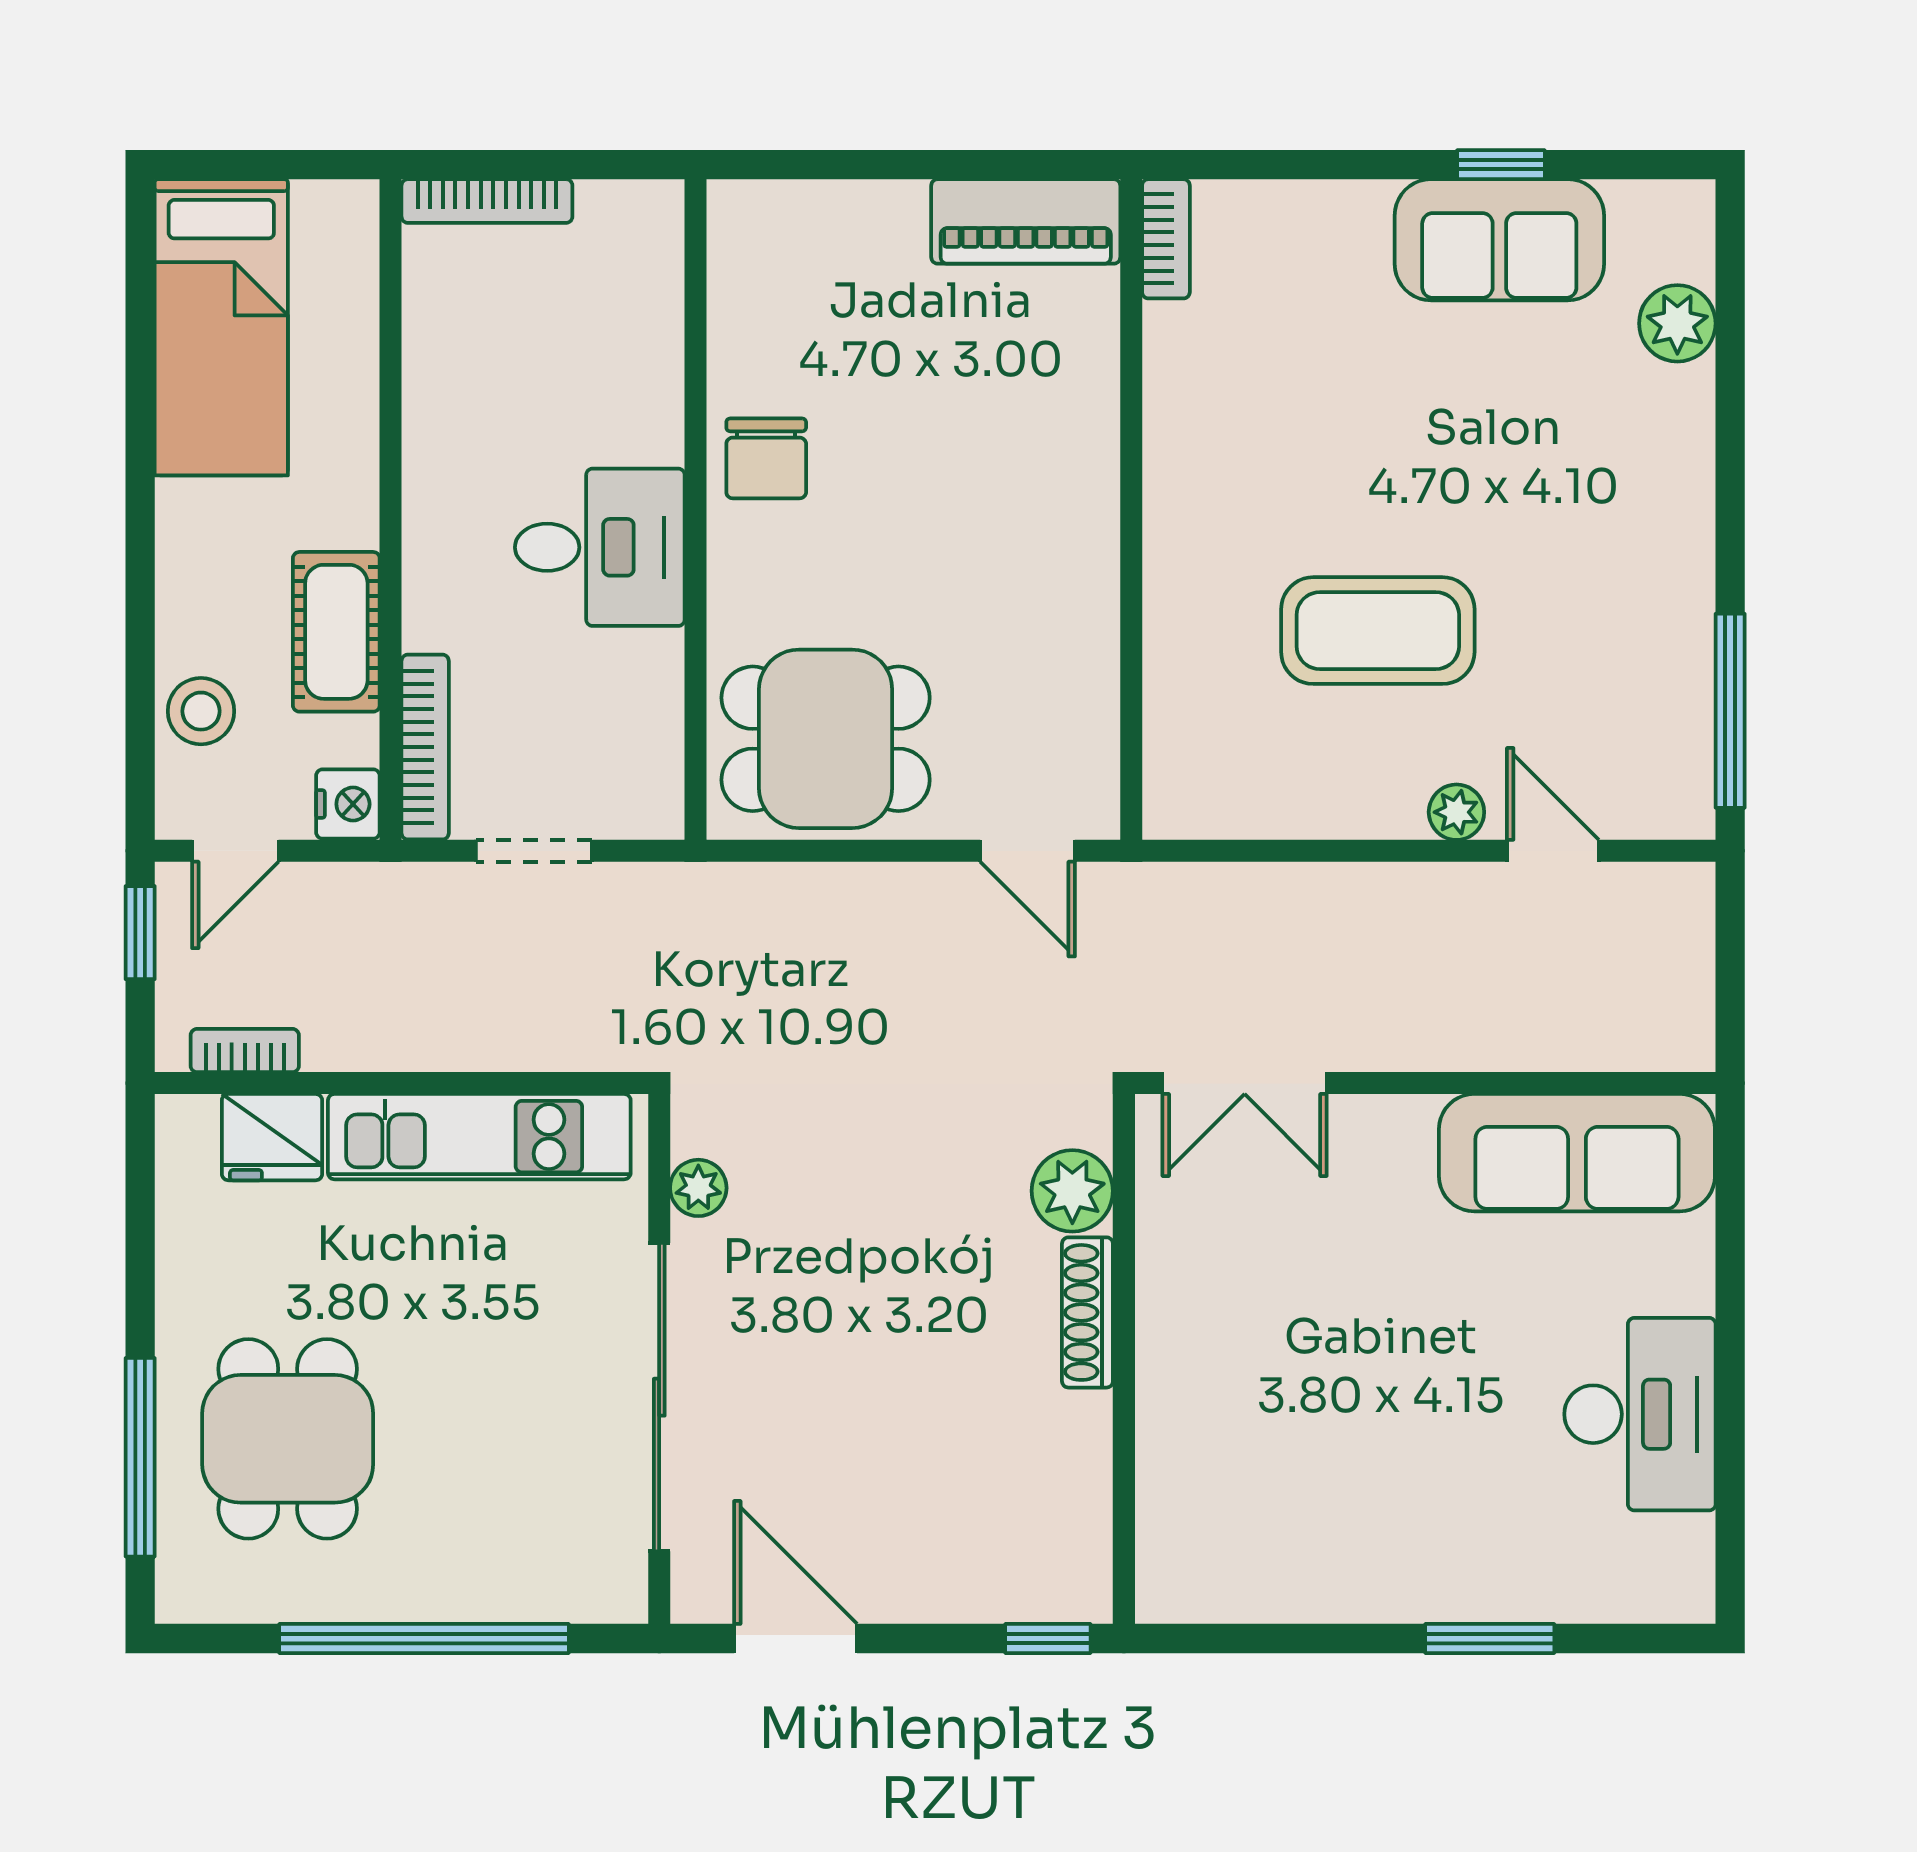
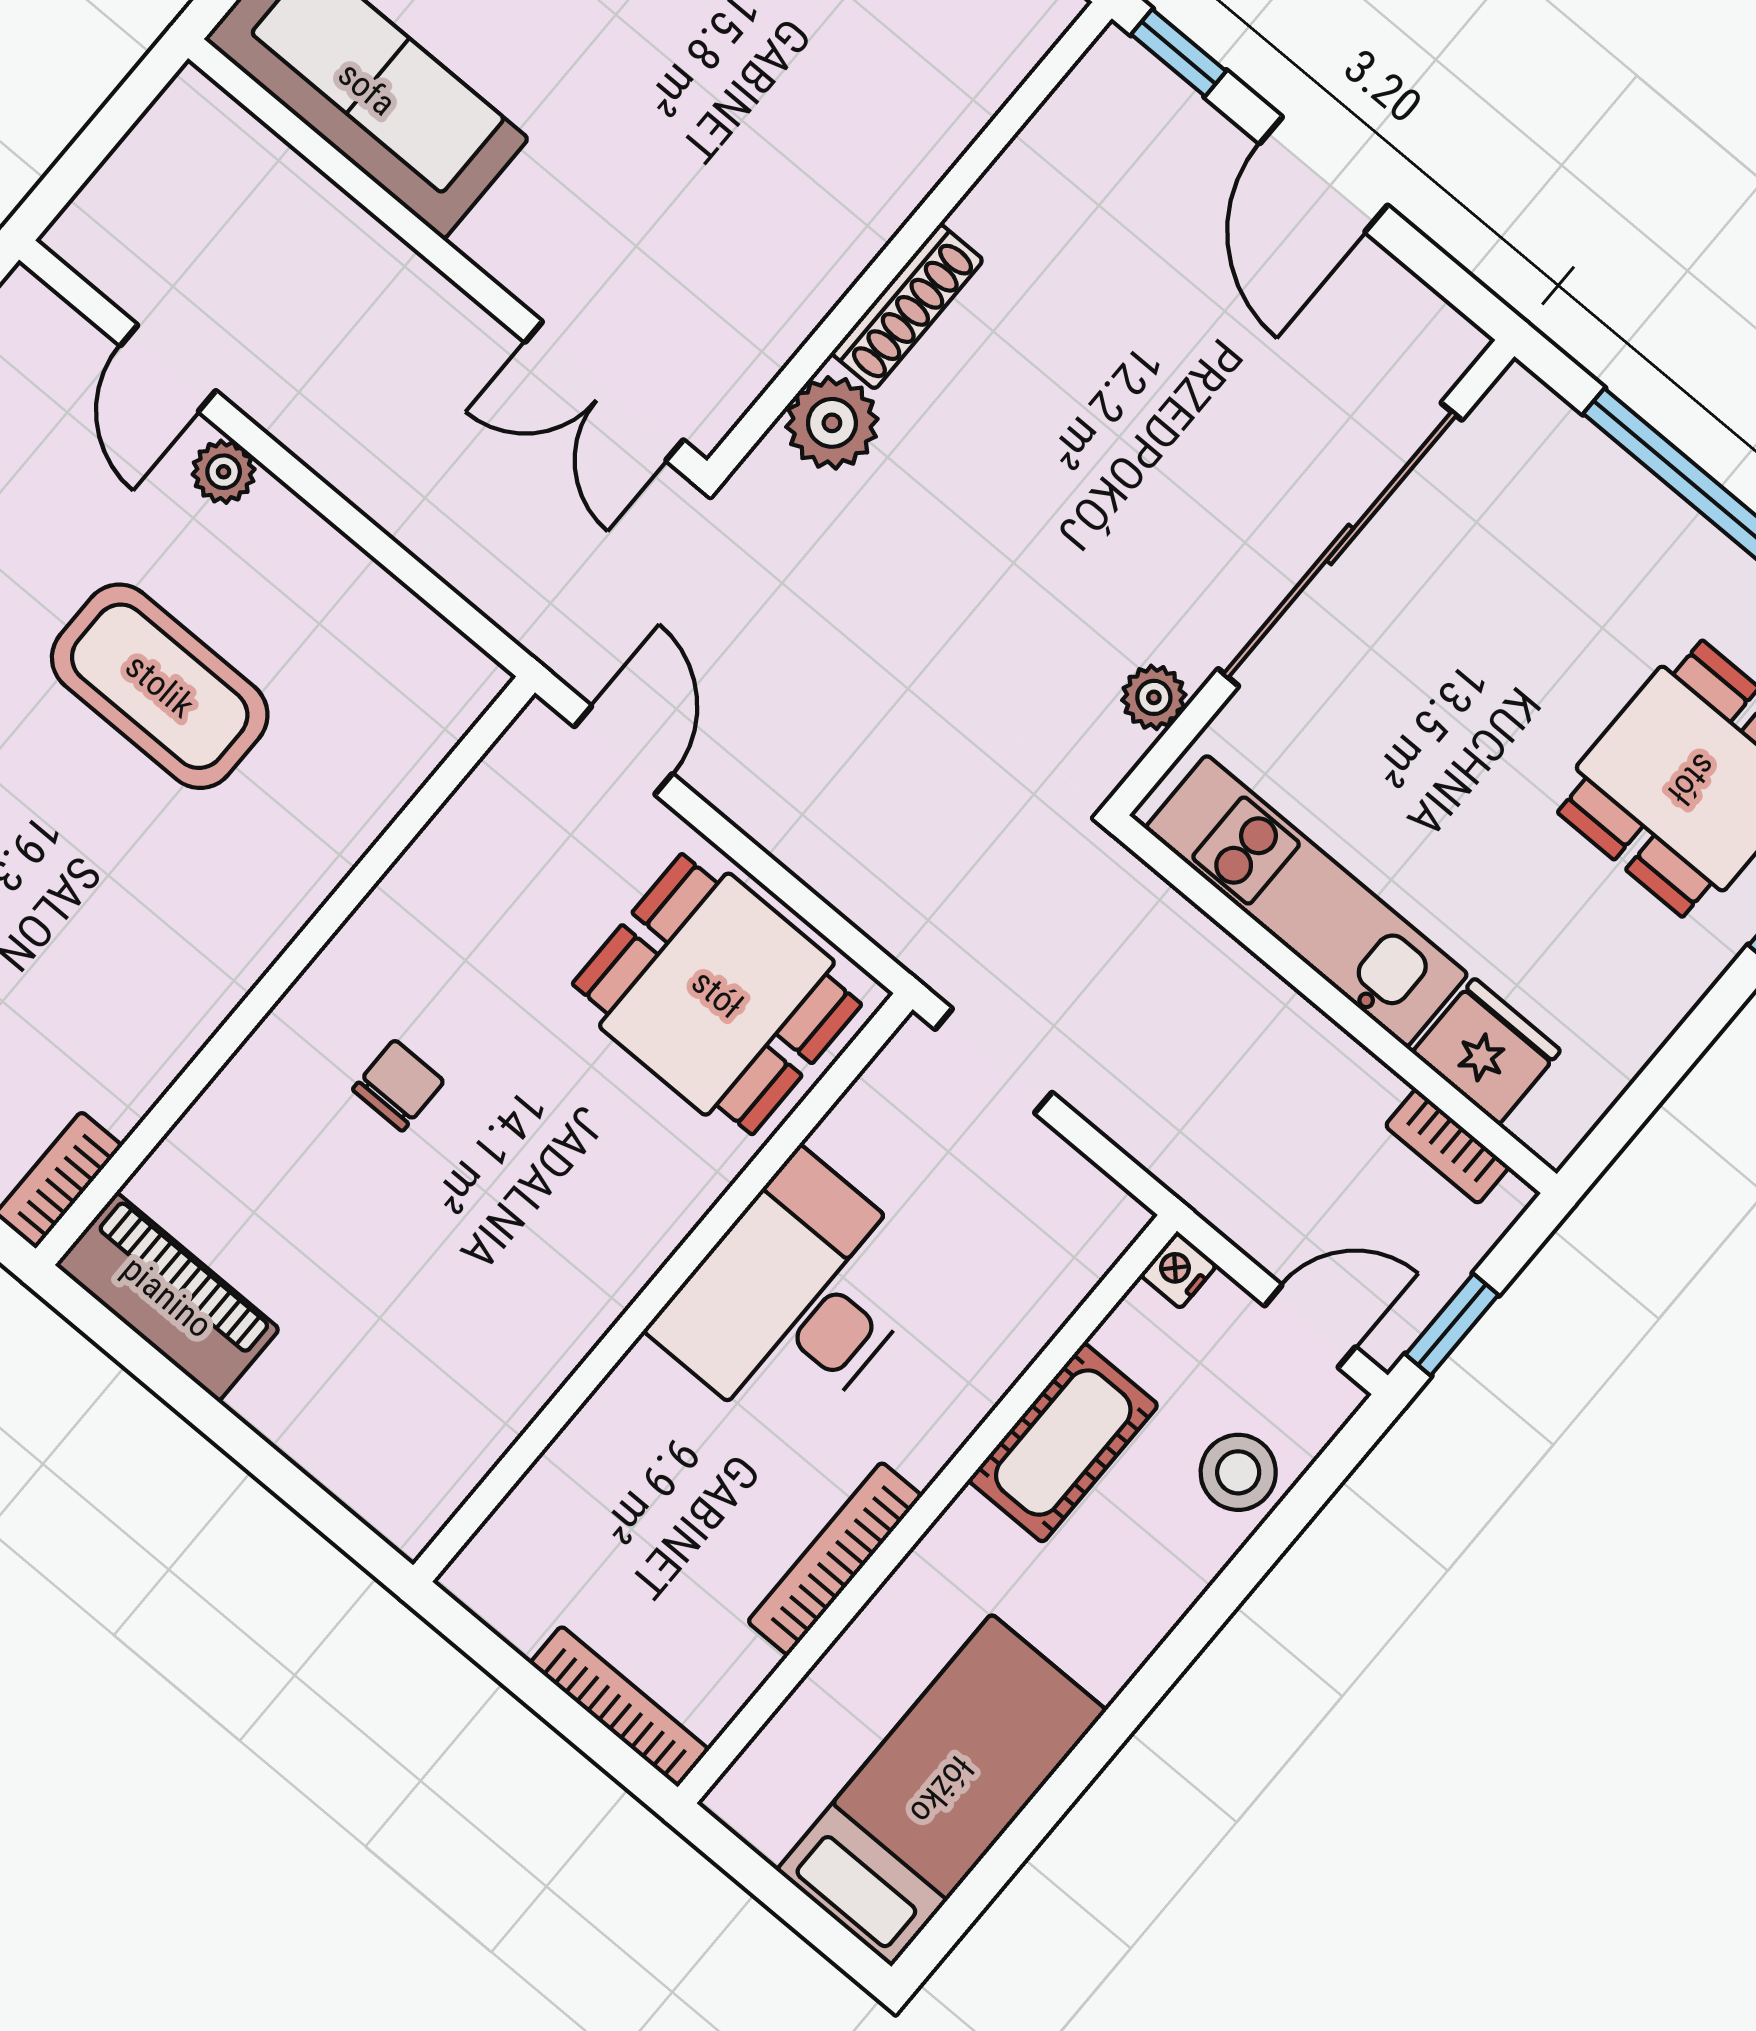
chair: (766, 458) -> (398, 1085), moved, width x0.73, depth x0.73
desk: (600, 547) -> (795, 1299), width x1.37
bookcase: (425, 747) -> (835, 1559), moved
nightstand: (348, 804) -> (1178, 1271), width x0.72, depth x0.74
doorway: (534, 851) -> (994, 1061), moved
double door: (1245, 1083) -> (604, 391), swing flipped
door: (796, 1638) -> (1324, 174), moved

